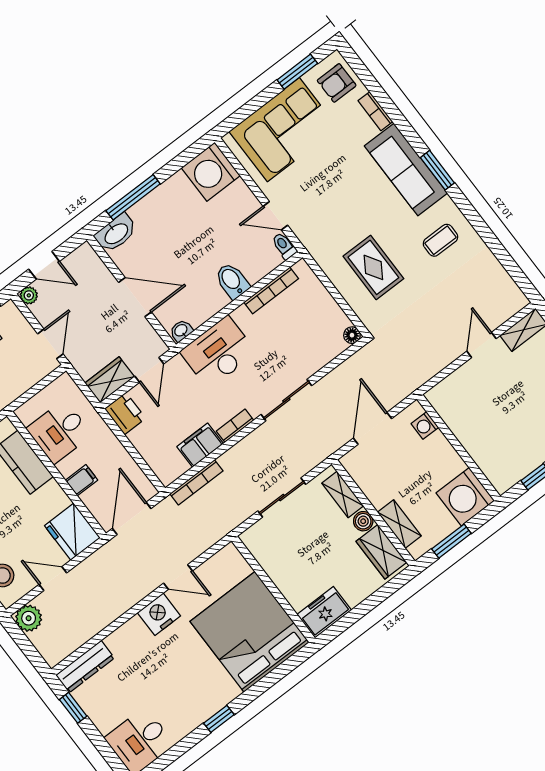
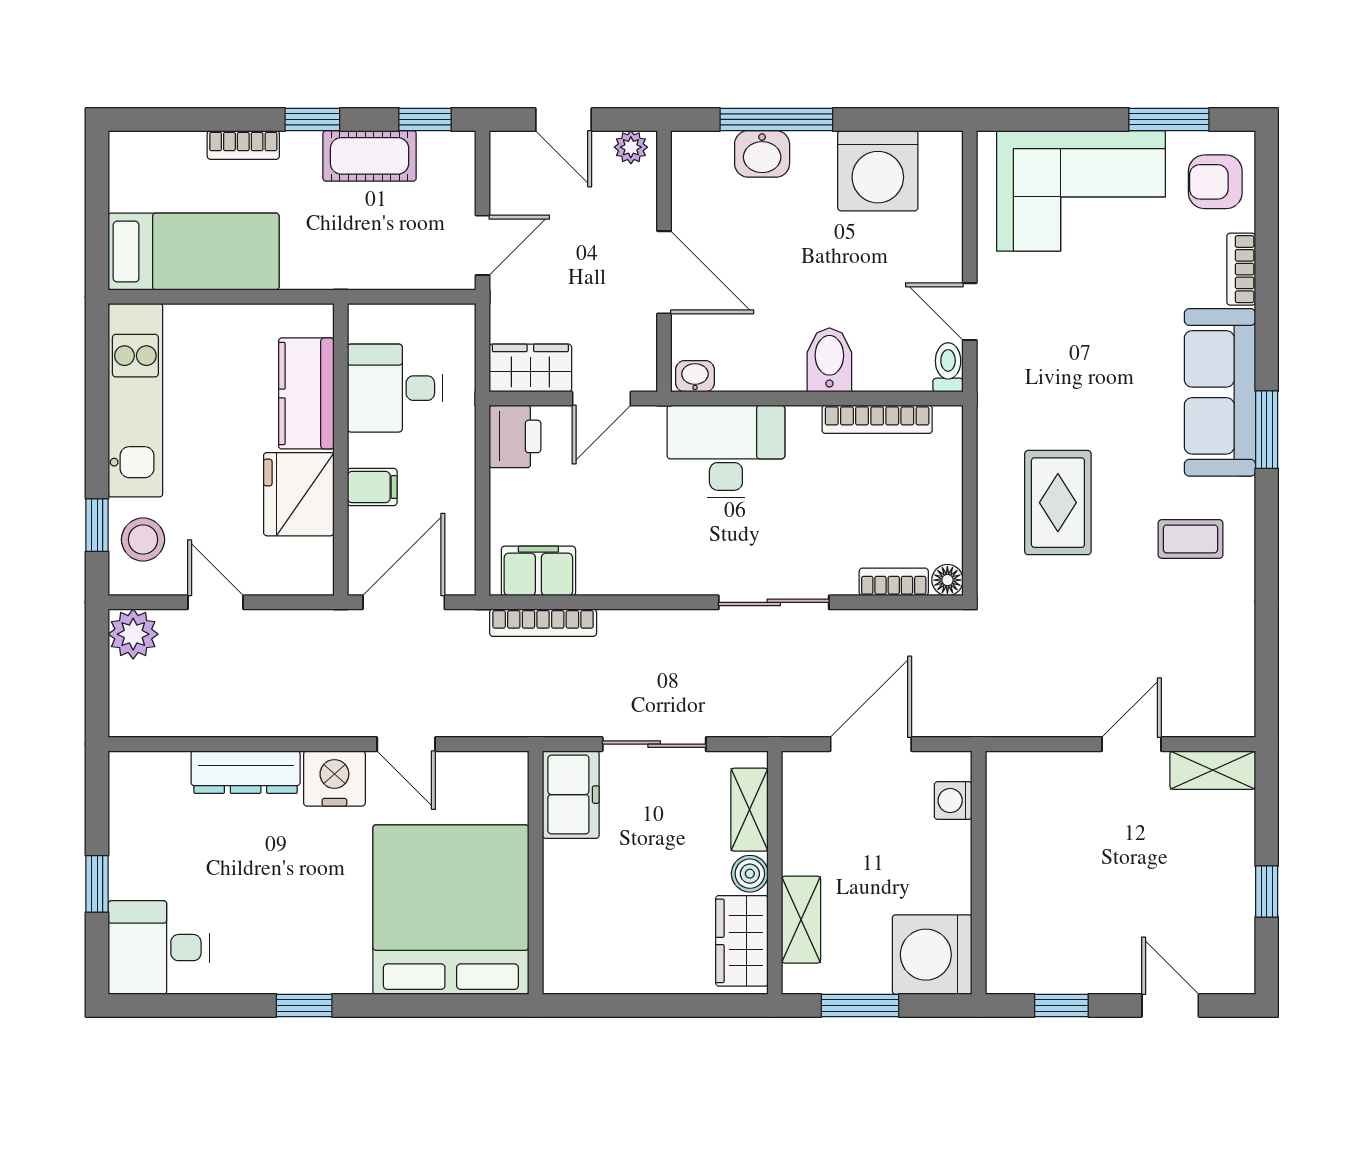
washing machine: (211, 172) -> (878, 171), moved, turned -90
washbasin: (116, 233) -> (762, 154), moved, width x0.72
plant: (29, 295) -> (631, 147), moved
bookcase: (235, 426) -> (894, 582), moved
filing cabinet: (200, 445) -> (538, 571), moved
fridge: (72, 532) -> (299, 494), moved
freezer: (324, 612) -> (571, 795), moved, turned 90
dresser: (85, 667) -> (246, 772), moved
window: (73, 708) -> (97, 884), moved

